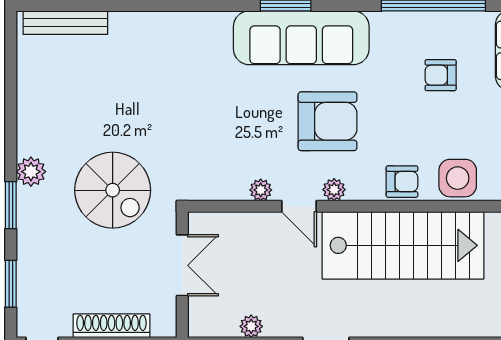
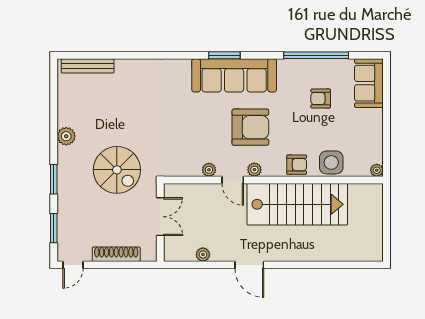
plant: (31, 172) -> (66, 136), moved

